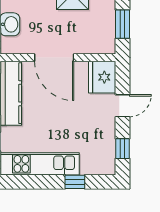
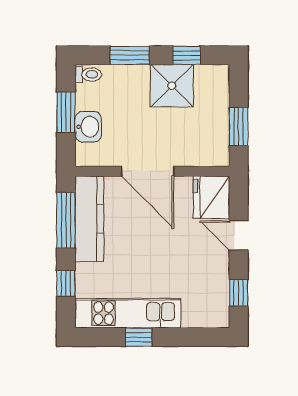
door: (123, 106) -> (239, 235), swing flipped
window: (75, 182) -> (139, 337), moved

